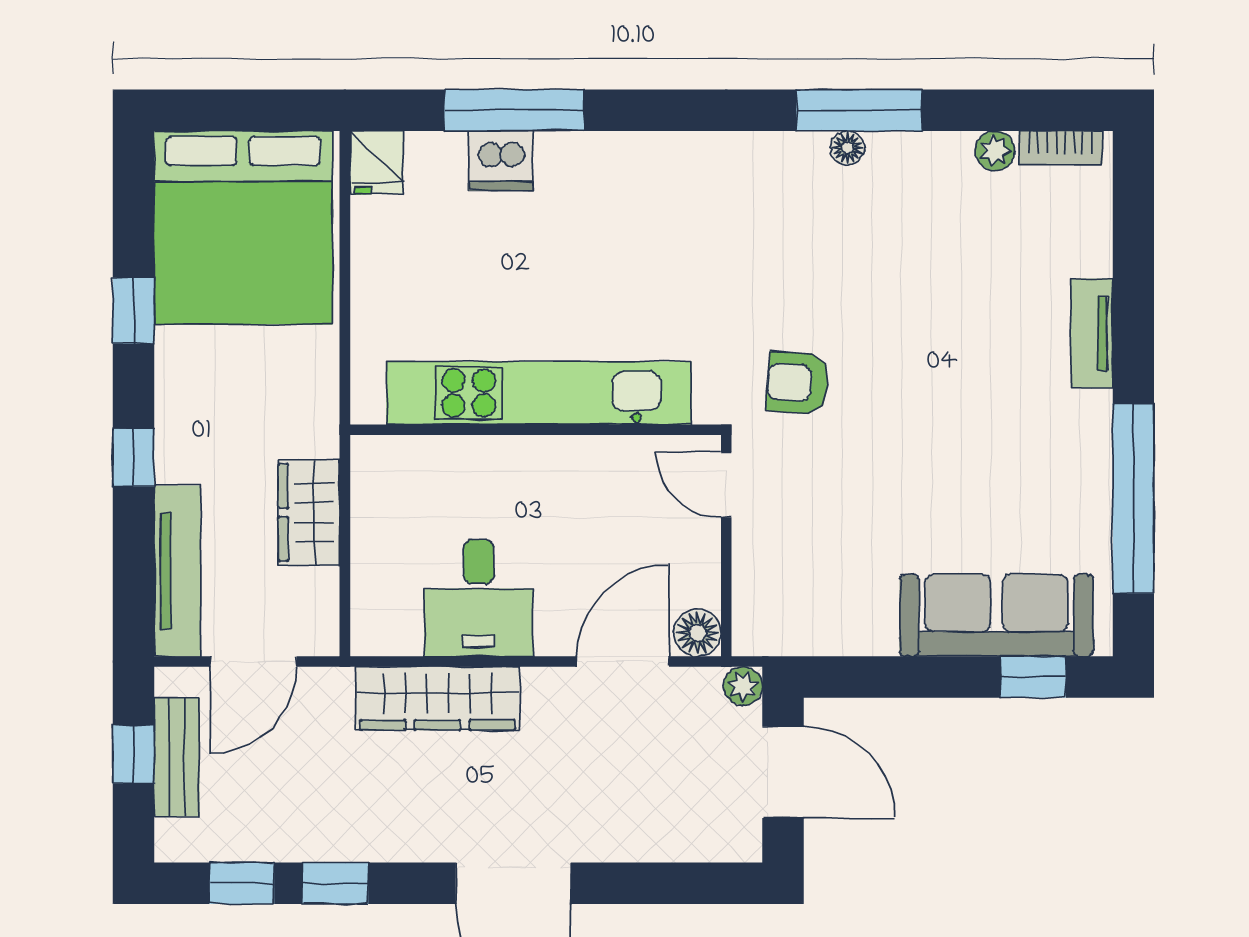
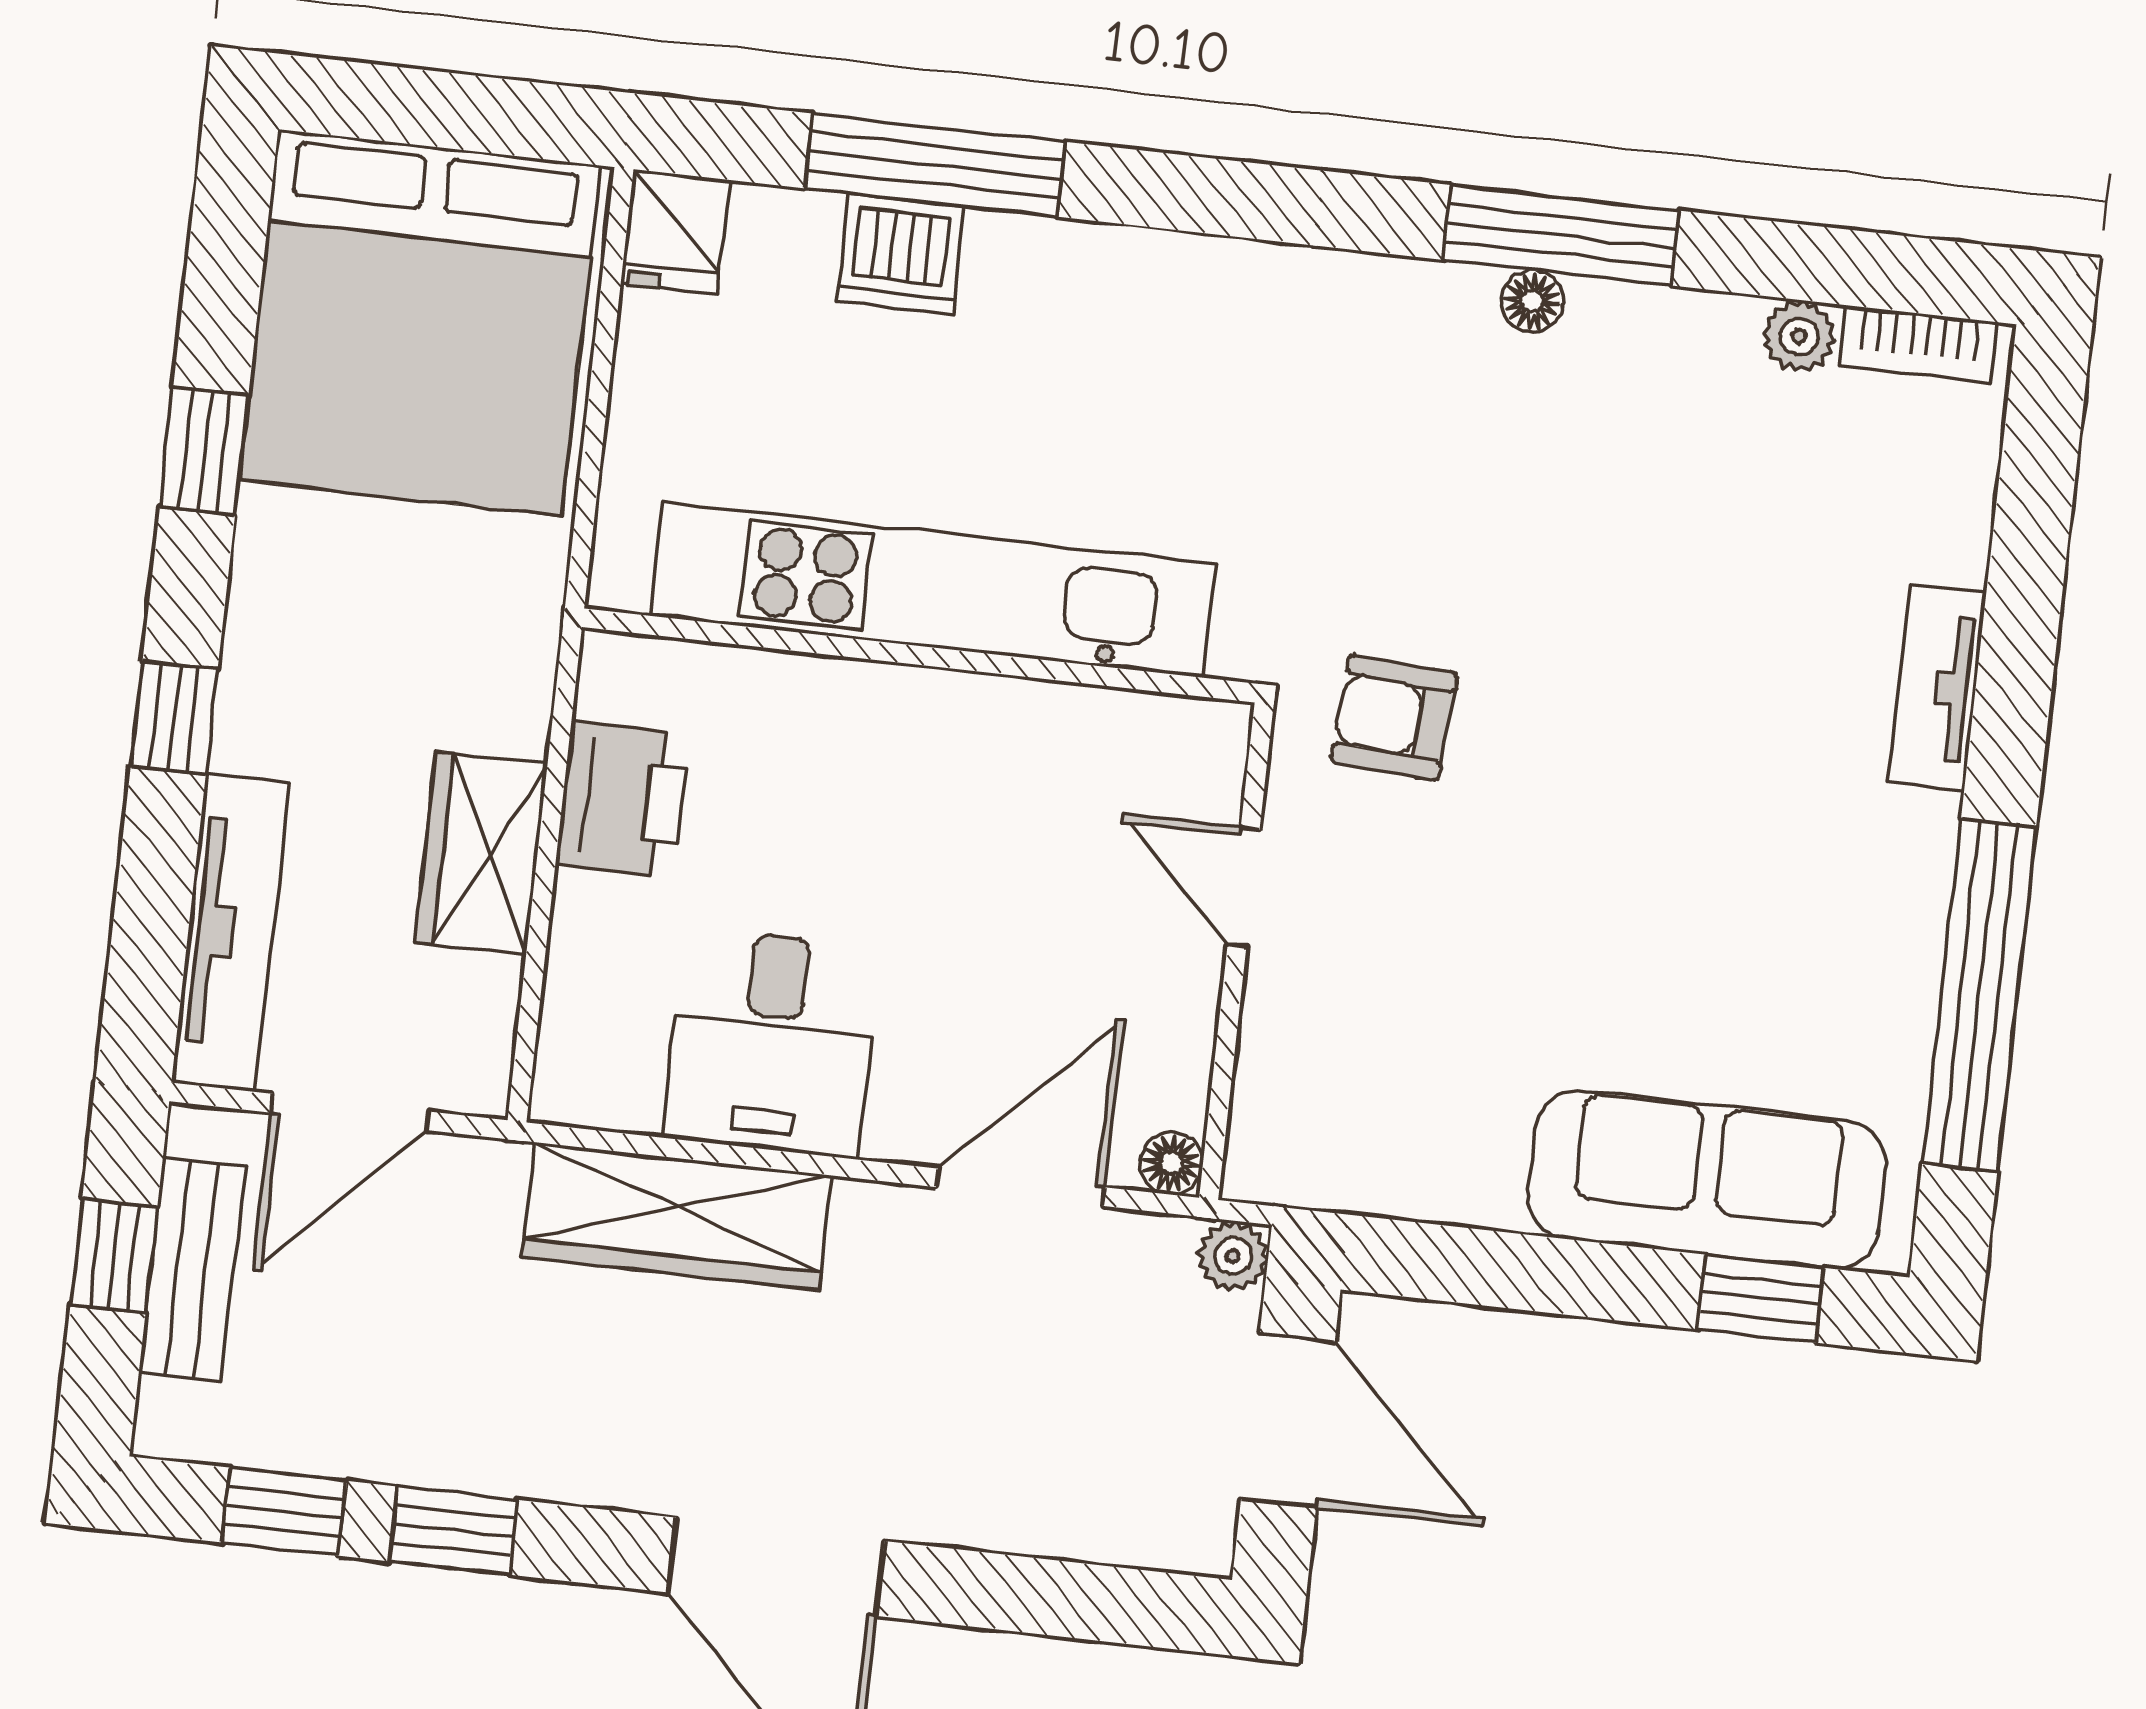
kitchen unit: (539, 393) -> (933, 590), moved
wall: (536, 430) -> (919, 655), moved
printer: (383, 475) -> (623, 799), added
floor lamp: (697, 633) -> (1172, 1163), width x0.73, depth x0.73

